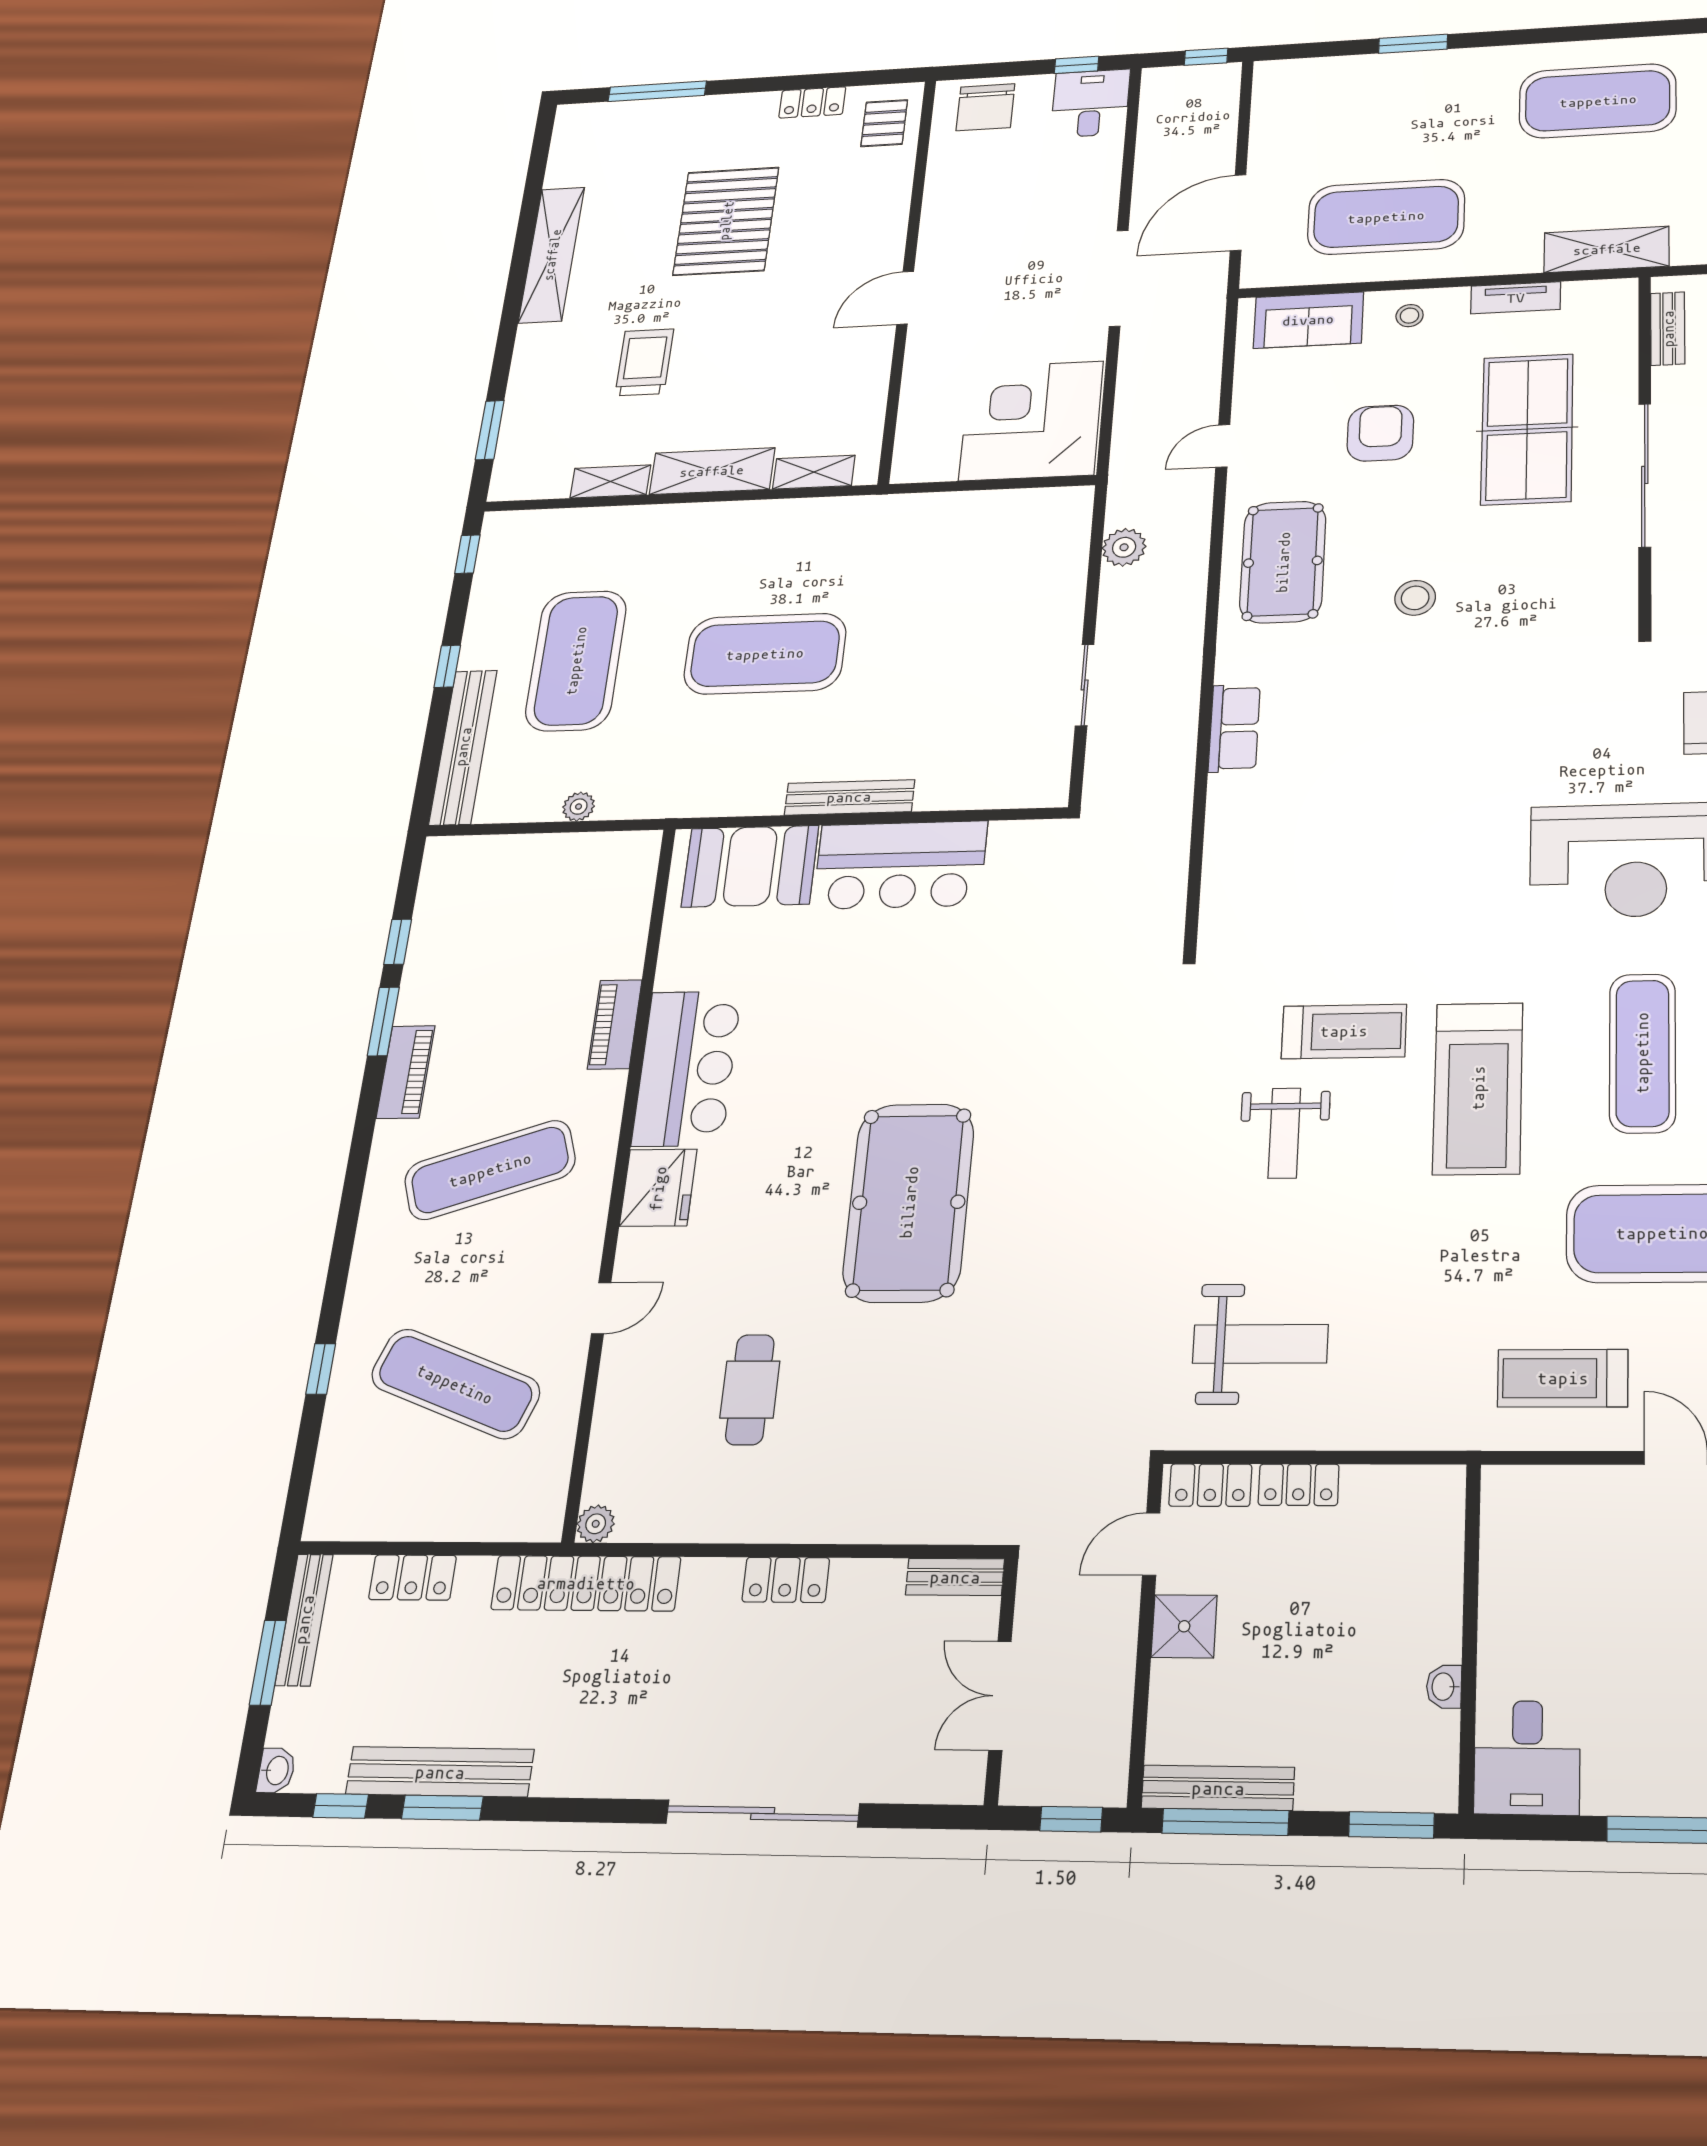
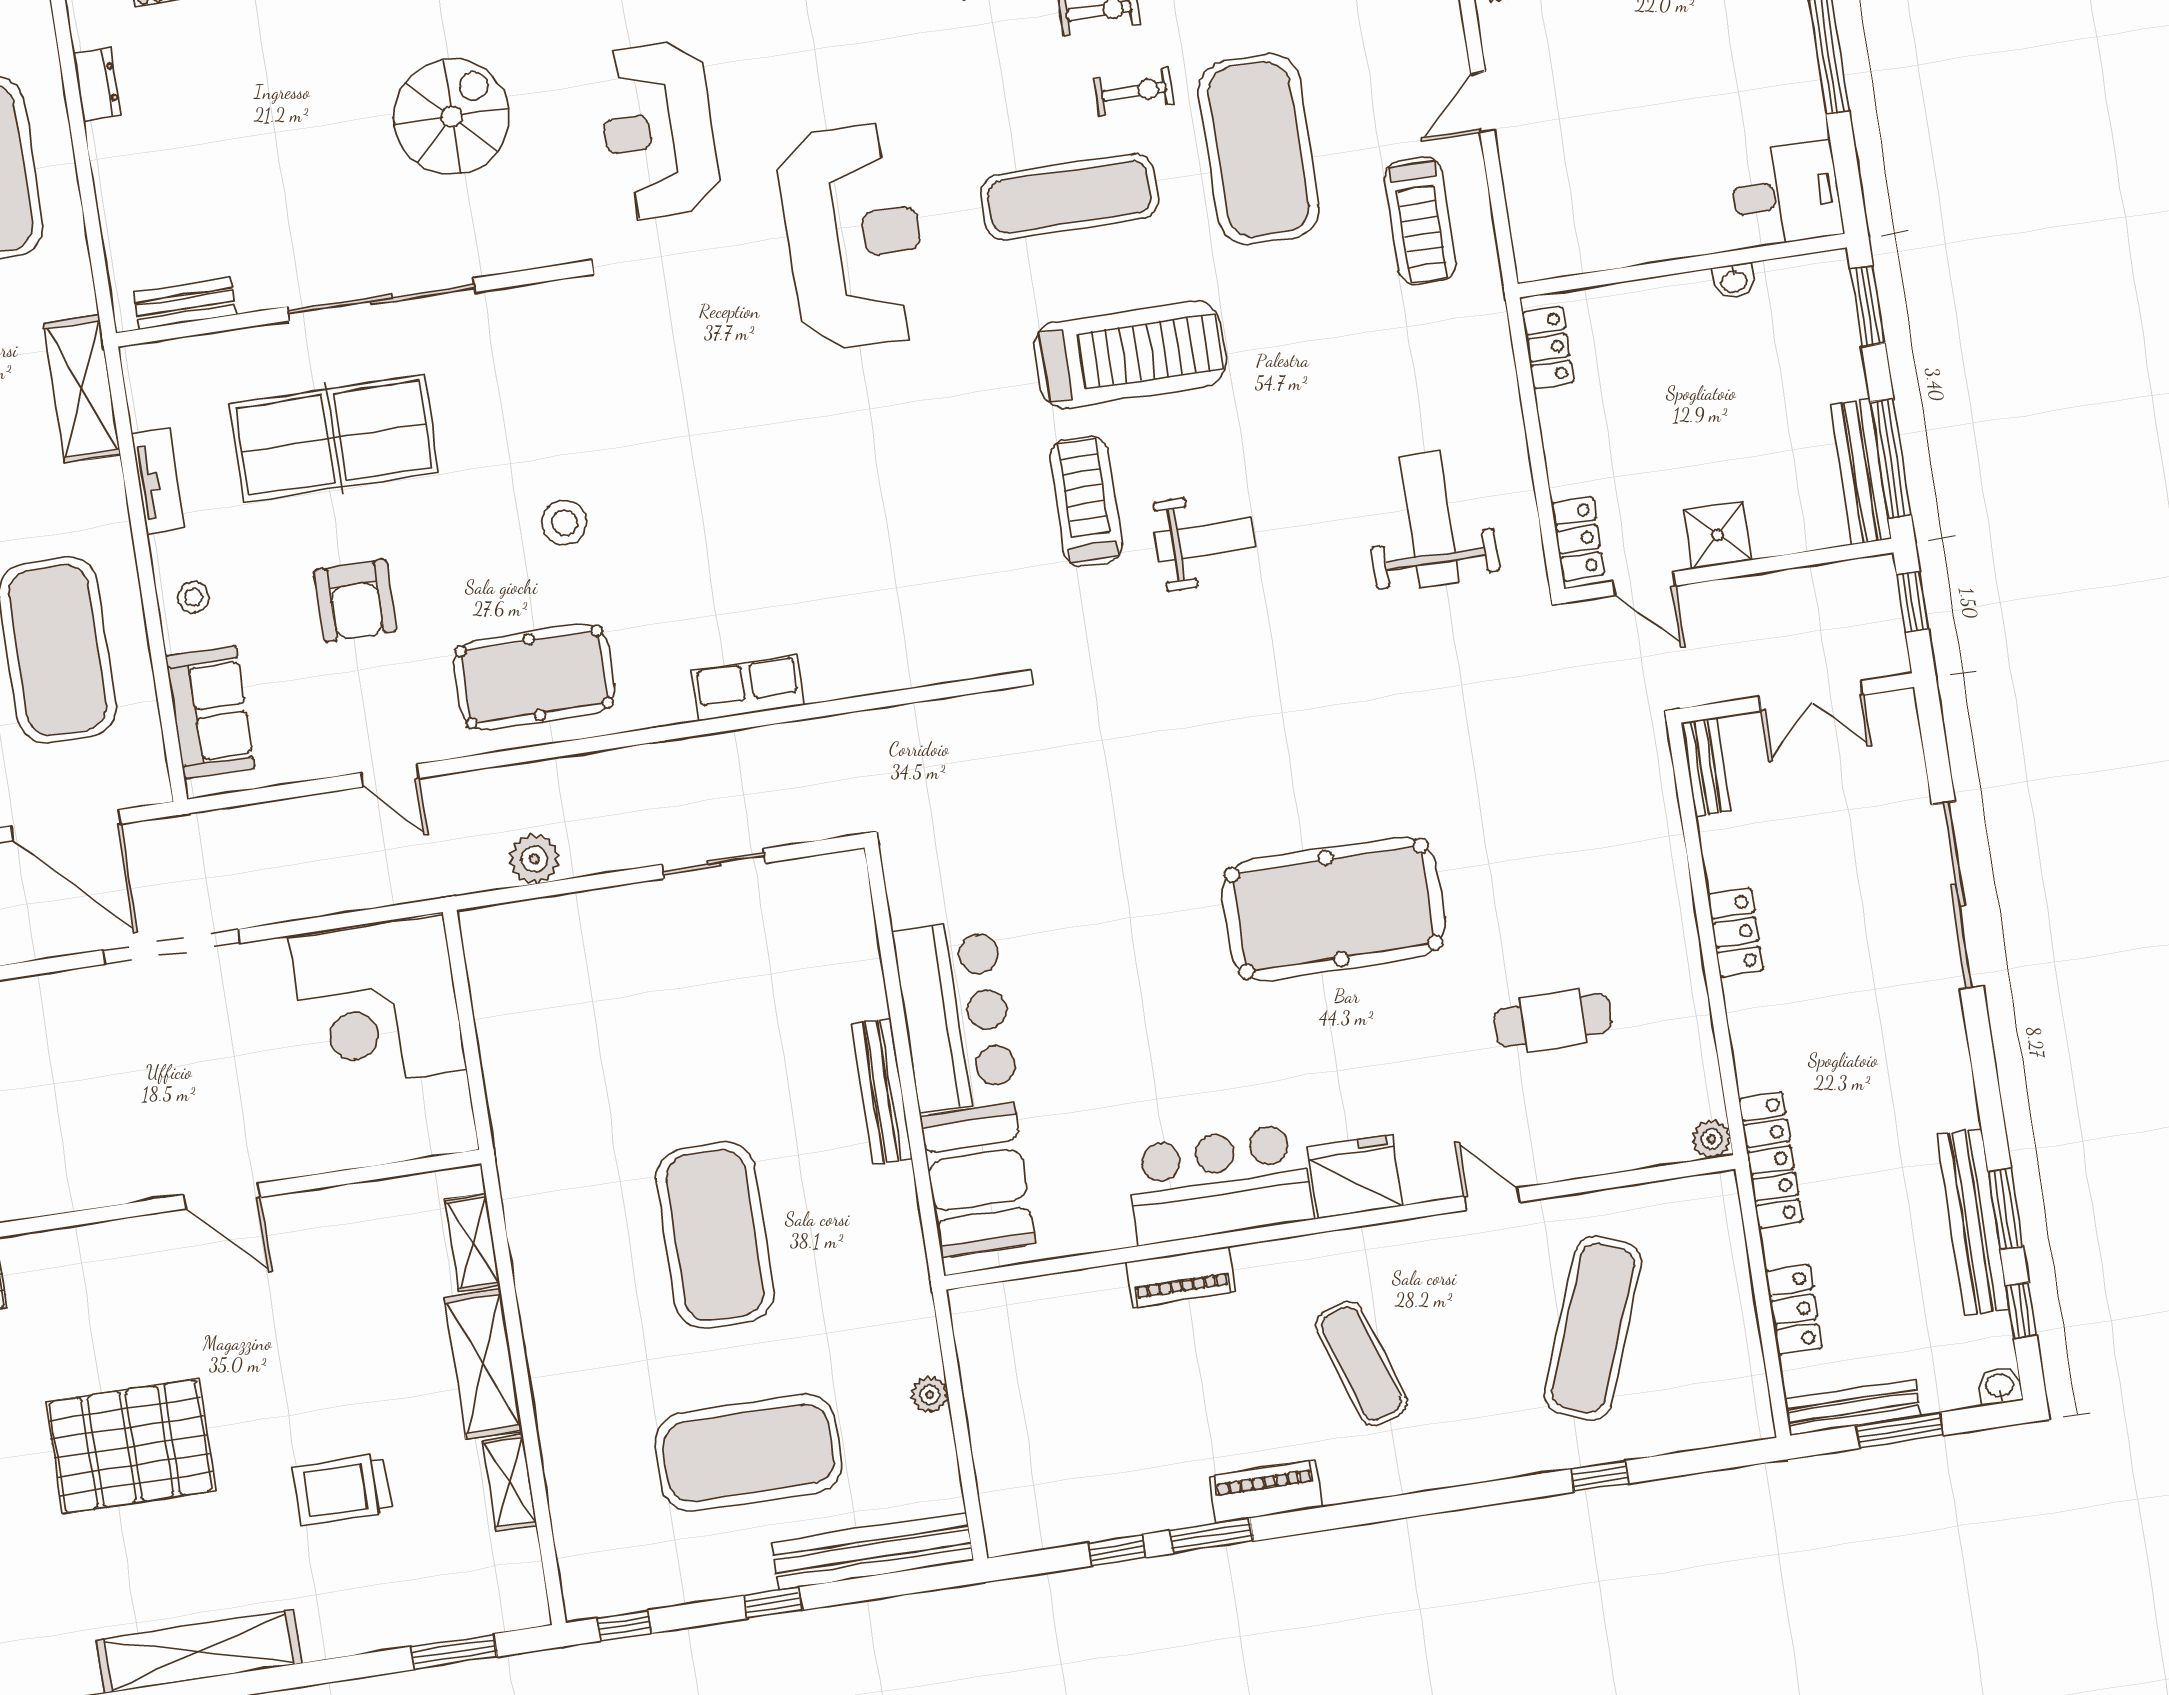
armchair: (1380, 433) -> (355, 601), turned -90
exercise mat: (490, 1170) -> (1361, 1364), width x0.73, depth x0.69
locker: (1299, 1485) -> (1548, 348), moved
locker: (586, 1583) -> (1771, 1160), width x0.71, depth x0.83

